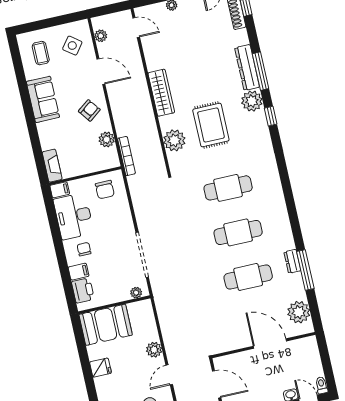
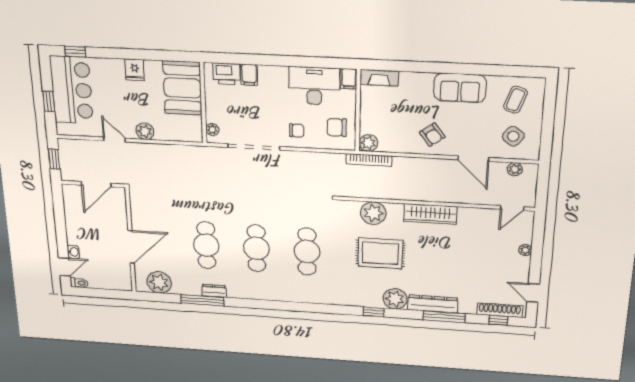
coffee table: (41, 53) -> (515, 100), turned -71
window: (260, 71) -> (444, 317), moved
door: (101, 72) -> (473, 159), hinge flipped
plant: (107, 139) -> (368, 143), moved
chair: (84, 249) -> (297, 131), moved

